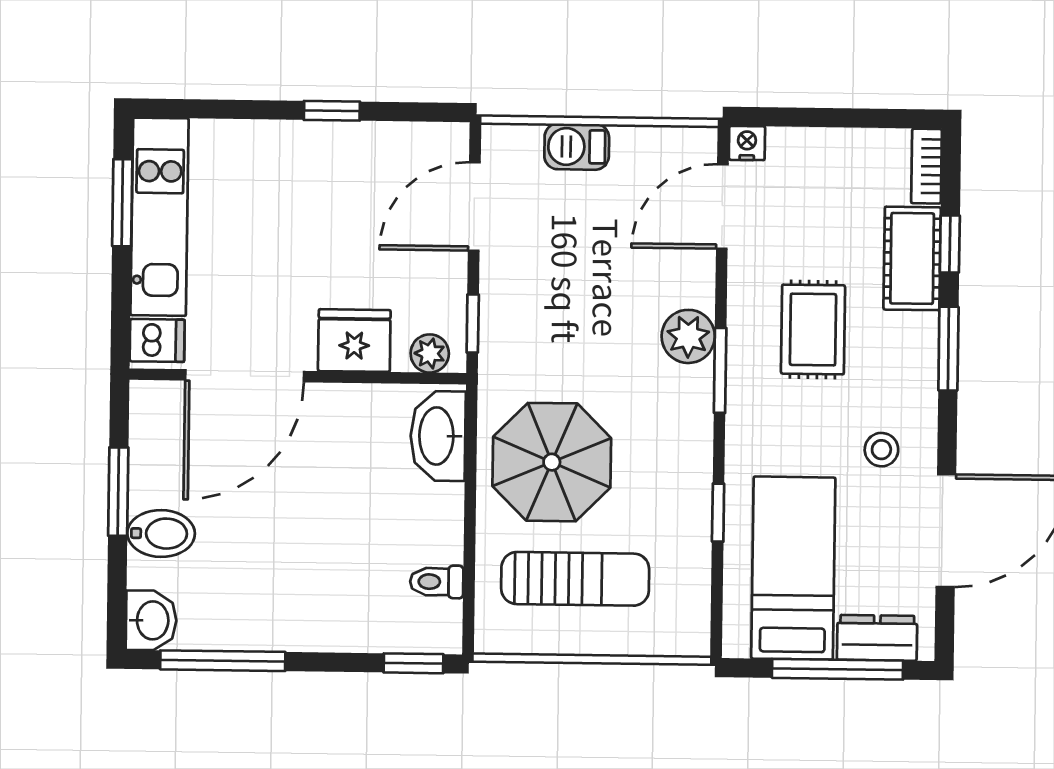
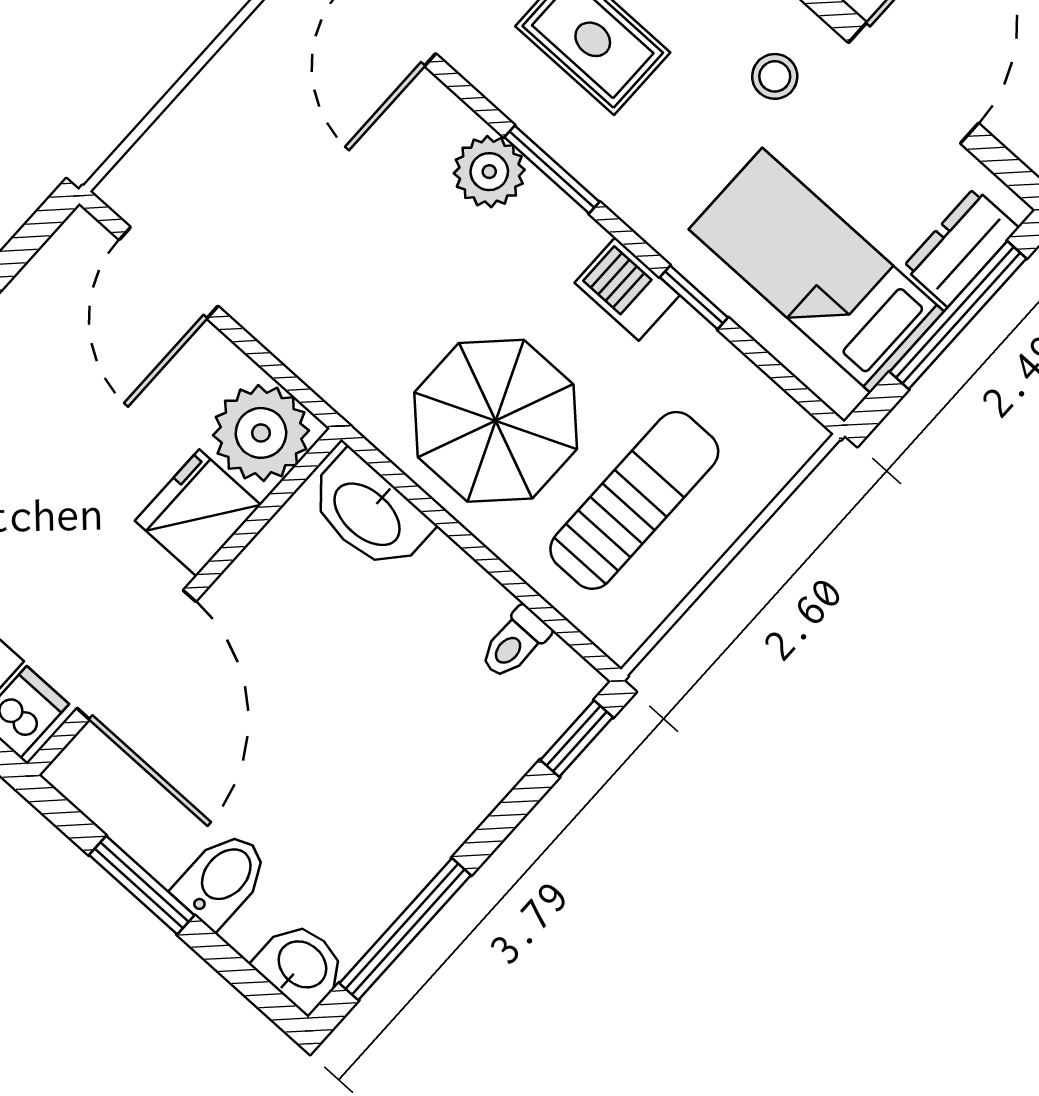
barbecue: (577, 147) -> (627, 289), moved, turned 90
window: (473, 324) -> (285, 378), removed
plant: (430, 353) -> (261, 433), width x1.87, depth x1.87

